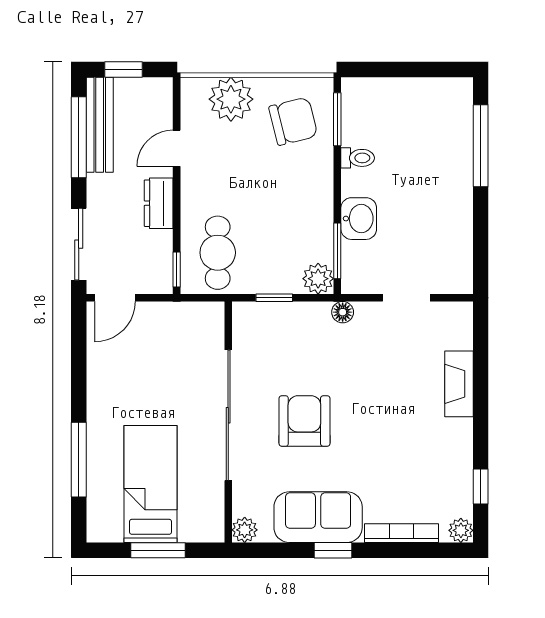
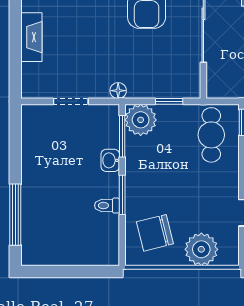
window: (337, 119) -> (122, 195), moved
washbasin: (359, 219) -> (110, 160), width x0.72, depth x0.69
plant: (318, 279) -> (141, 120), width x1.36, depth x1.36

